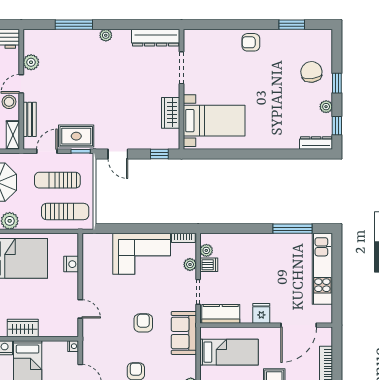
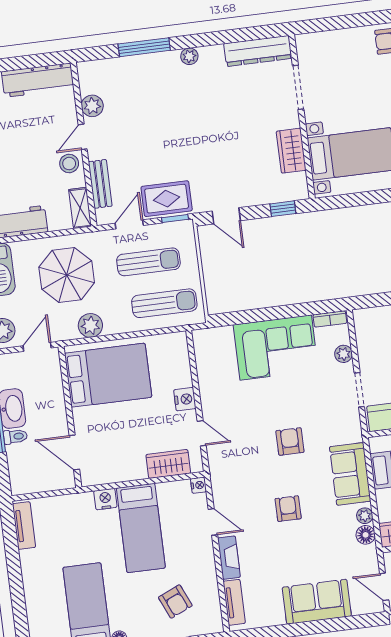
sun lounger: (57, 180) -> (148, 262), turned 180
plant: (206, 250) -> (363, 332), removed
nightstand: (71, 264) -> (185, 399), moved
dishwasher: (209, 265) -> (369, 351), removed
wardrobe: (23, 328) -> (168, 464), moved
sofa: (184, 333) -> (350, 474), moved

